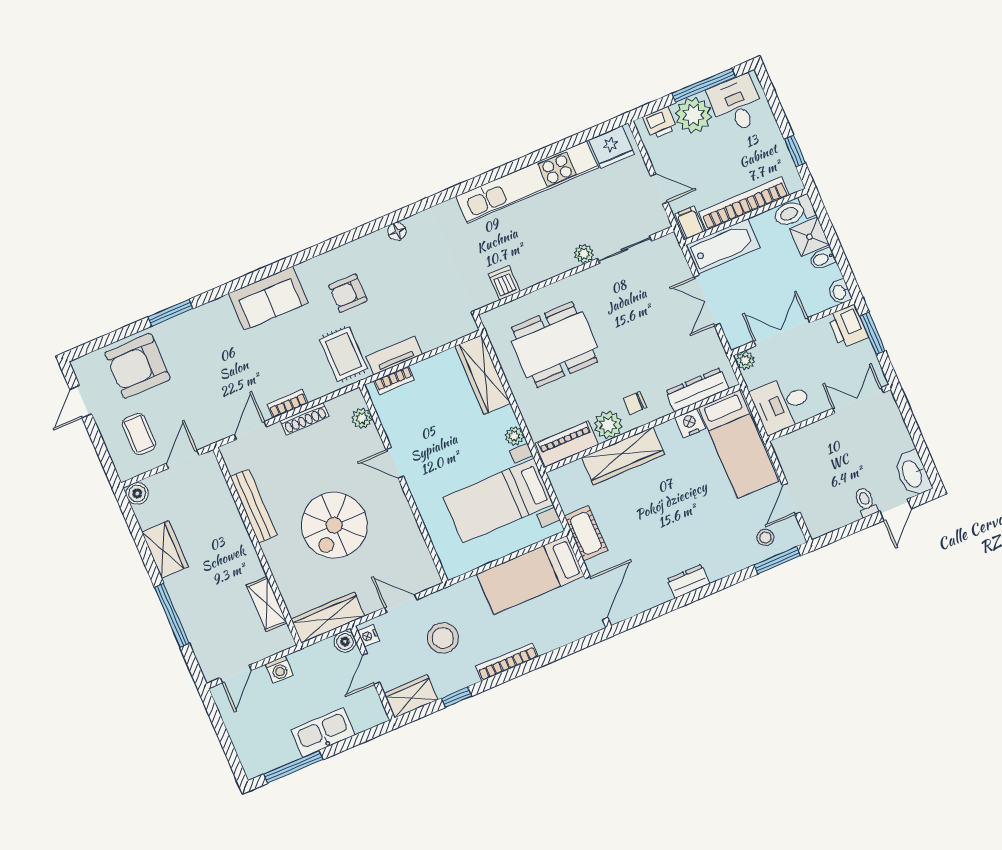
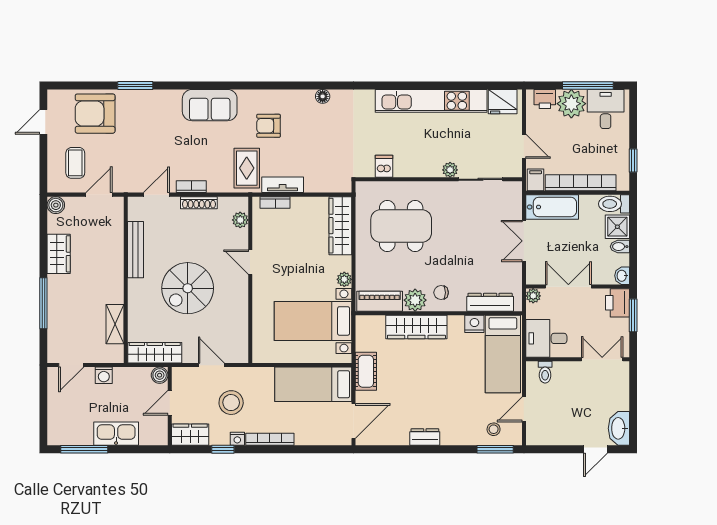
toilet: (866, 502) -> (545, 372), moved, turned 180
nightstand: (368, 636) -> (237, 439), moved, turned -90

